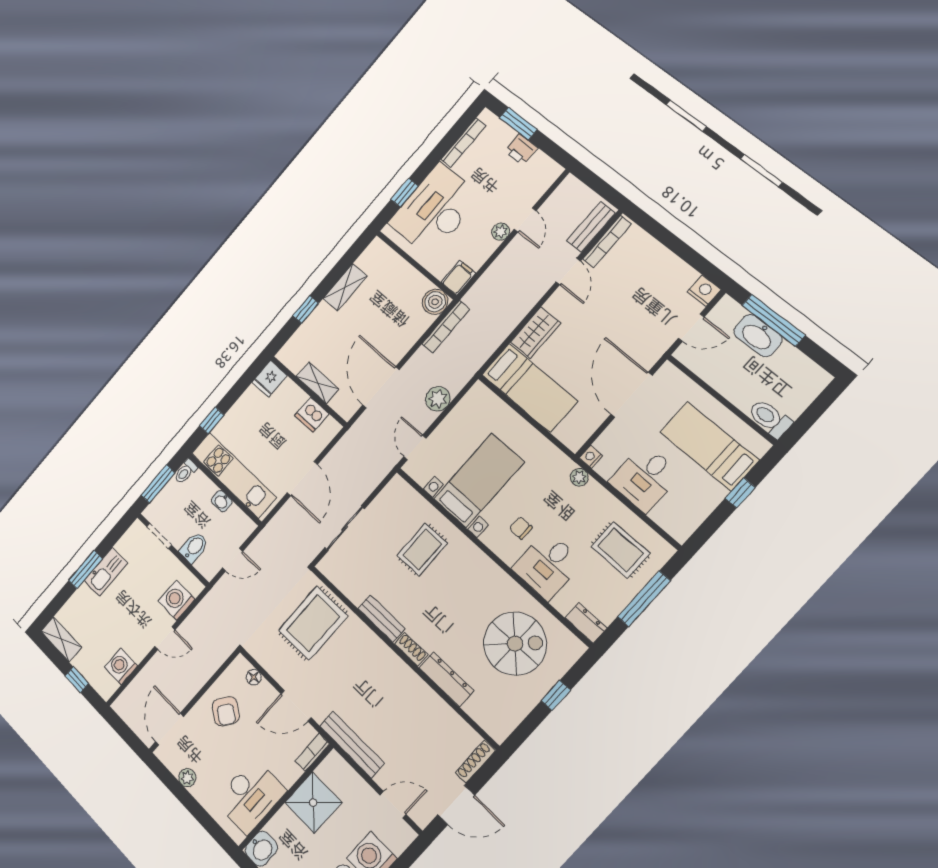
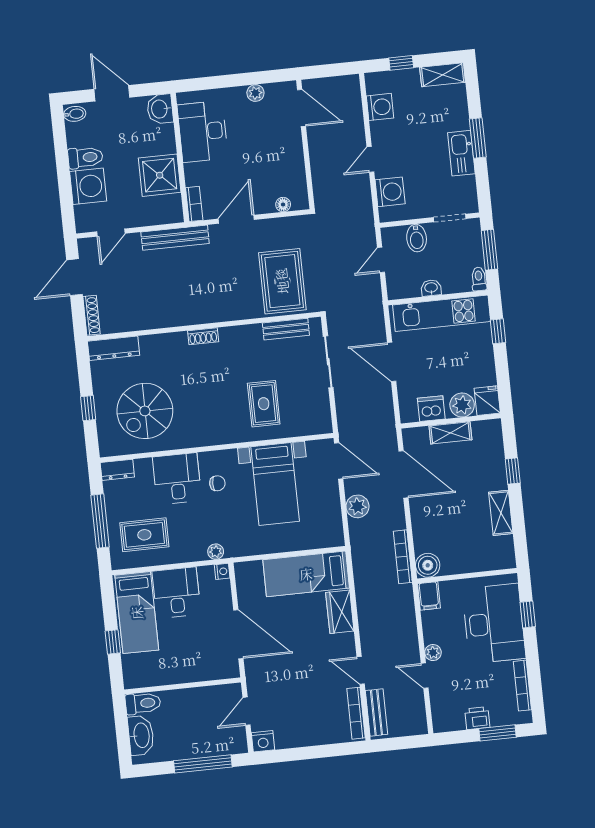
washbasin: (758, 336) -> (141, 735), moved, turned 90
plant: (289, 394) -> (462, 405), added
bed: (709, 446) -> (137, 613), moved, turned 90
door: (415, 447) -> (339, 461), width x1.38
bench: (381, 618) -> (286, 329), moved
dresser: (446, 679) -> (114, 348), moved
armchair: (226, 711) -> (277, 163), removed

